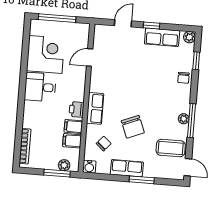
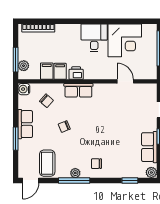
chair: (184, 78) -> (96, 164), moved
chair: (133, 127) -> (64, 127), width x0.54, depth x0.54

